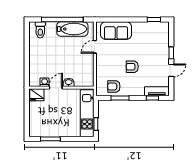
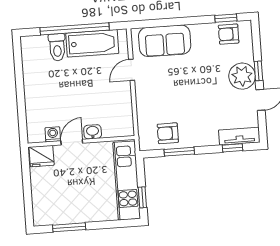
toilet: (40, 30) -> (57, 47), moved
plant: (161, 55) -> (242, 76), added
armchair: (132, 67) -> (229, 34), moved

